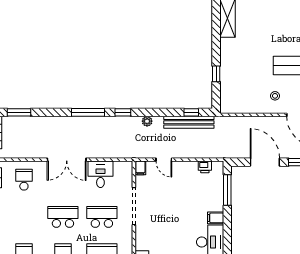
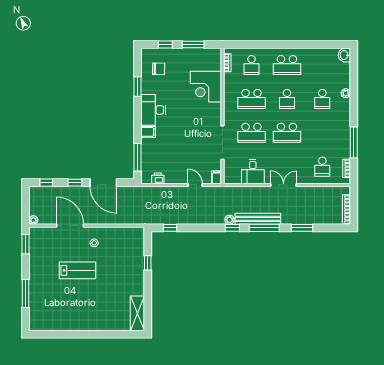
window: (19, 112) -> (302, 228), moved
plant: (147, 121) -> (230, 220), moved
bench: (189, 122) -> (258, 219), moved
double door: (67, 160) -> (284, 185), width x0.73

